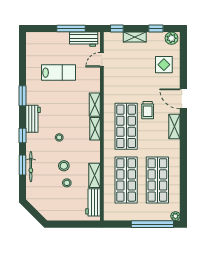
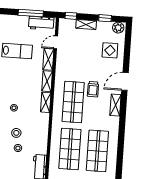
door: (183, 99) -> (125, 81), hinge flipped
shelving: (95, 175) -> (48, 59), moved

